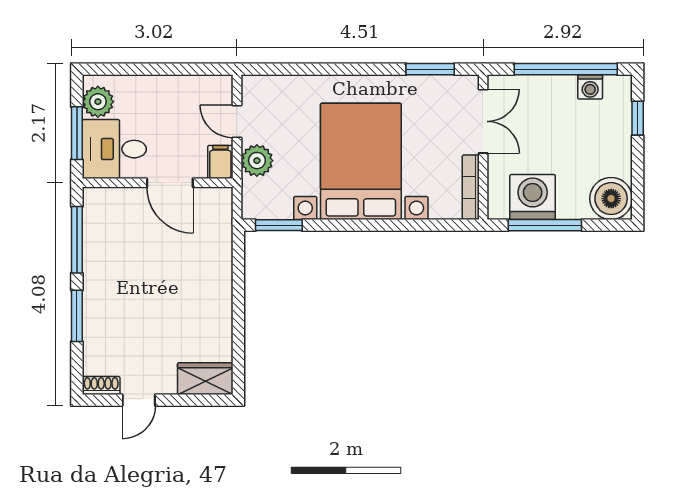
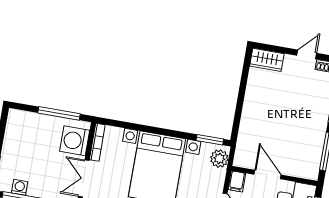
plant: (257, 161) -> (219, 159), moved
washing machine: (533, 197) -> (75, 141), moved, turned 90
boiler: (611, 199) -> (19, 122), removed

